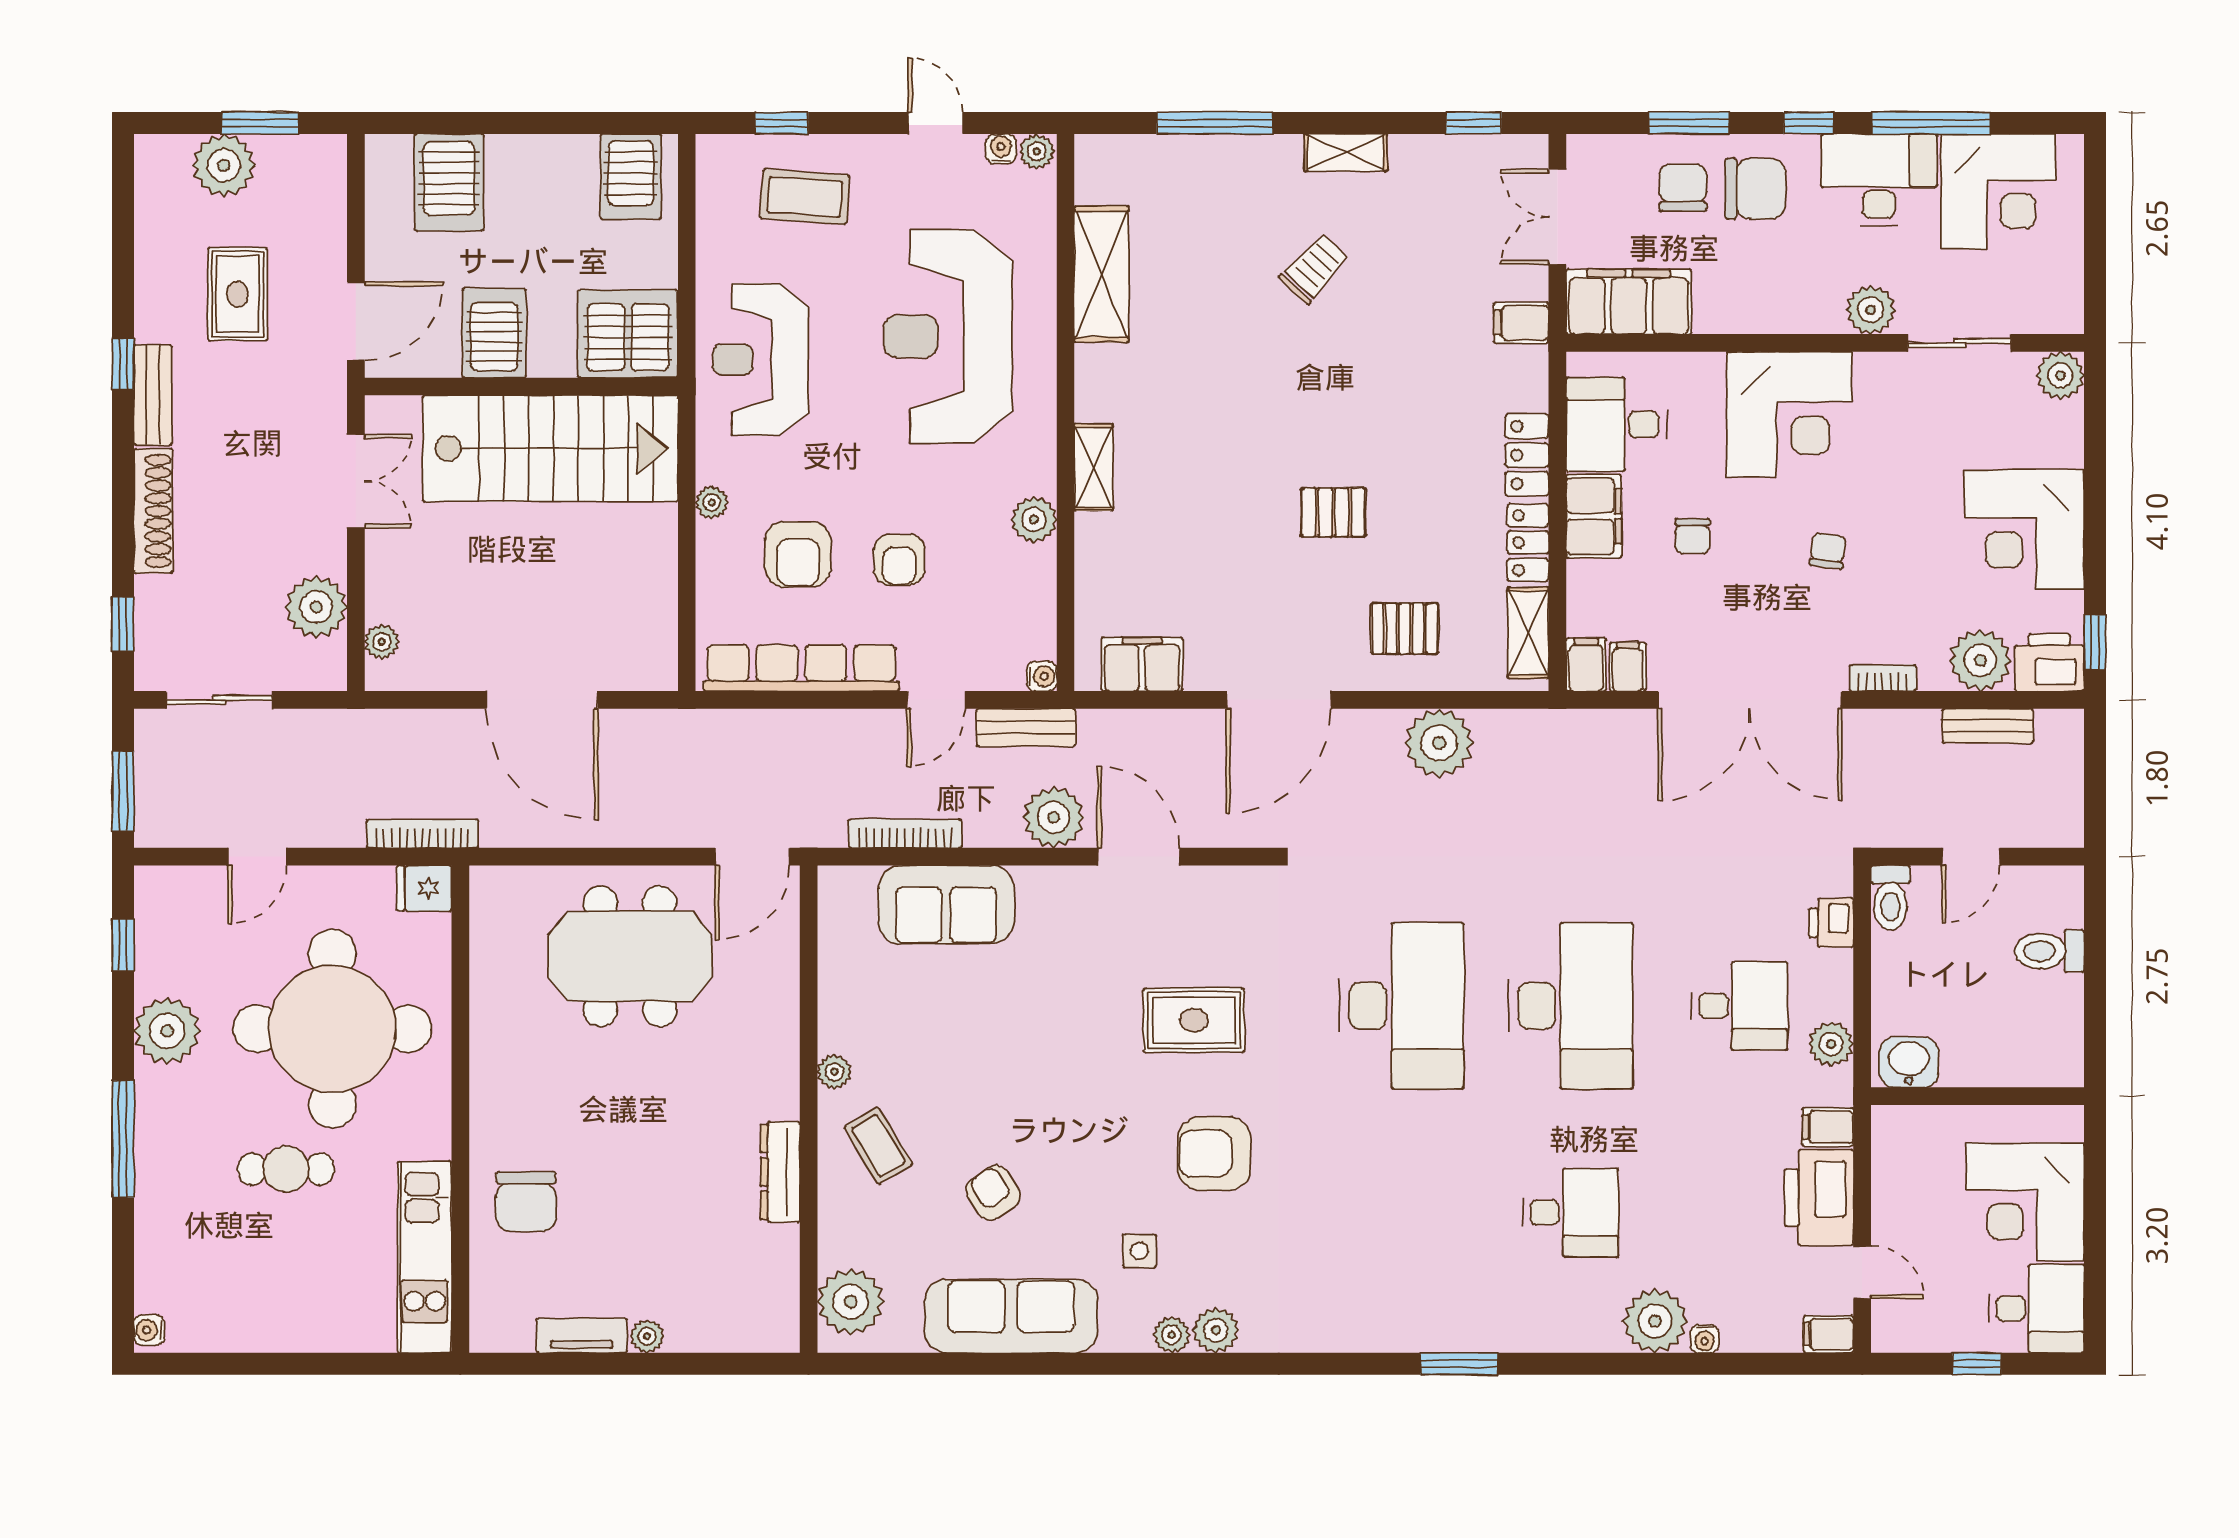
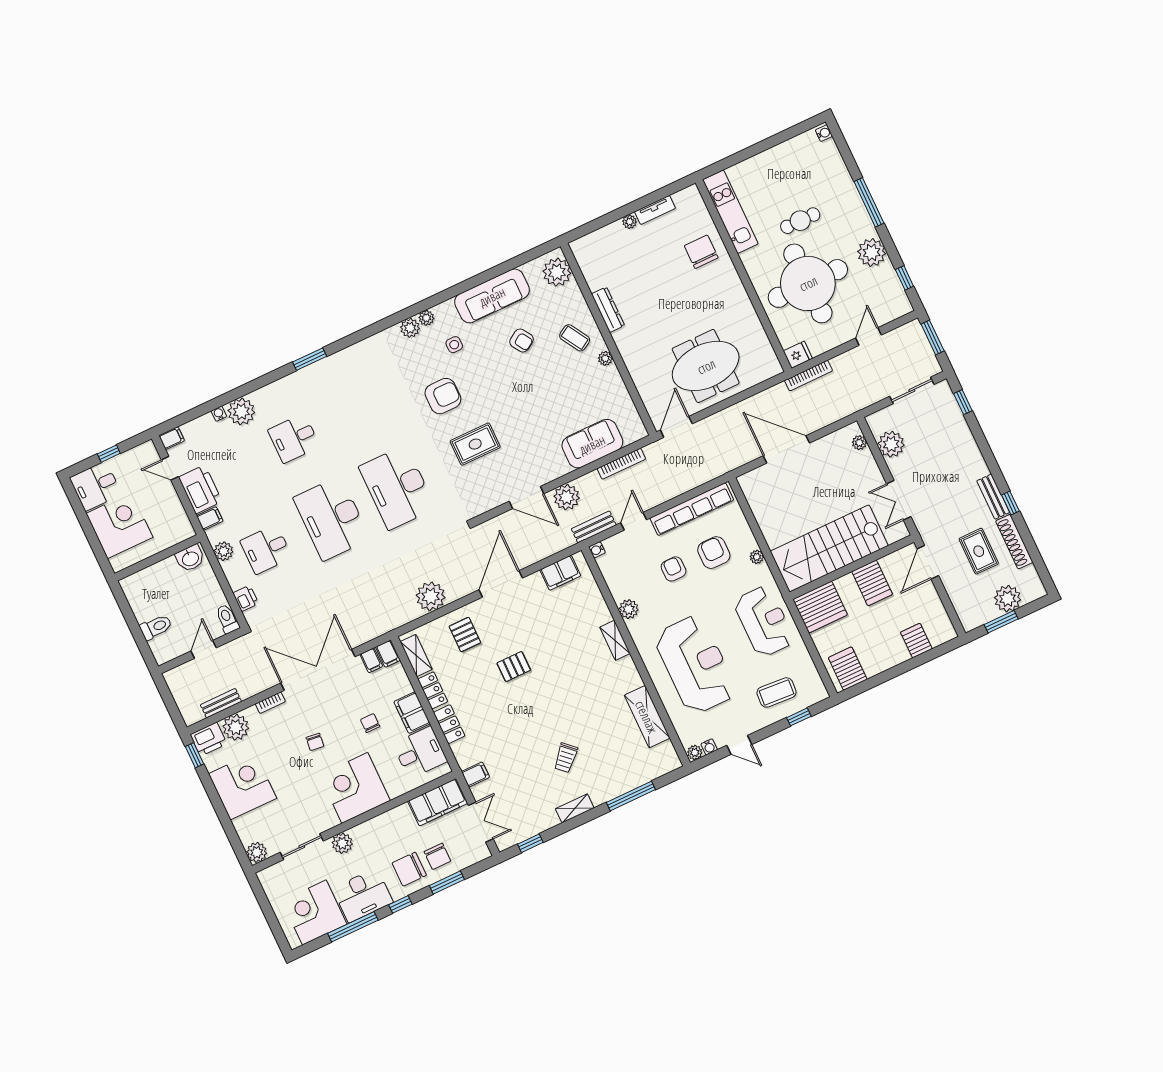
server rack: (449, 182) -> (916, 641), width x0.73, depth x0.70
shoe rack: (153, 511) -> (1014, 542), moved
pallet: (1405, 629) -> (465, 635), turned 90

